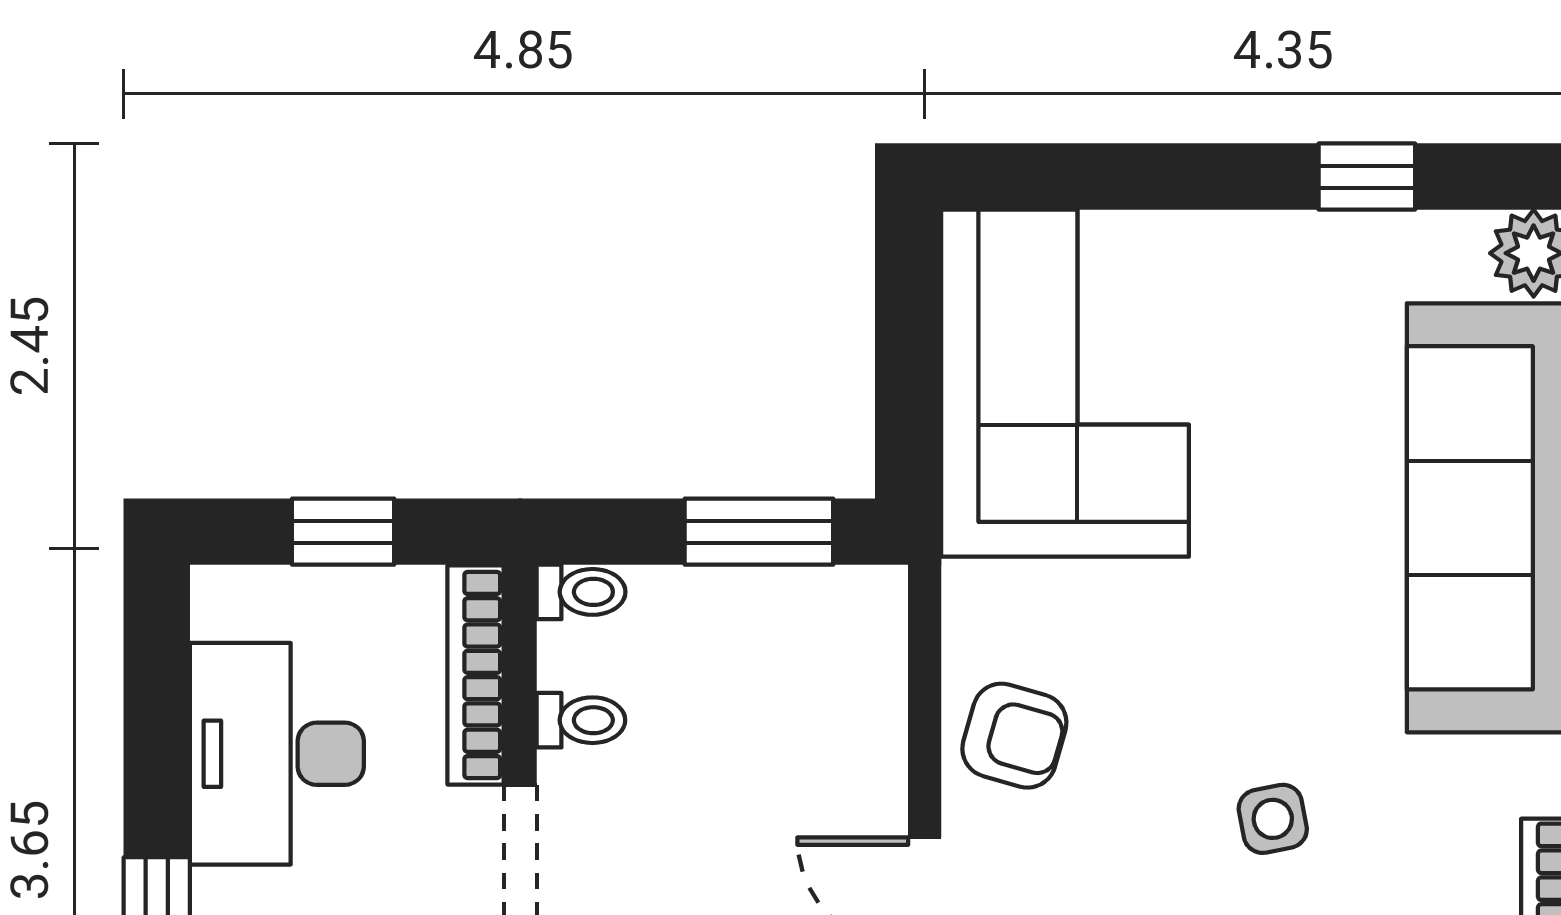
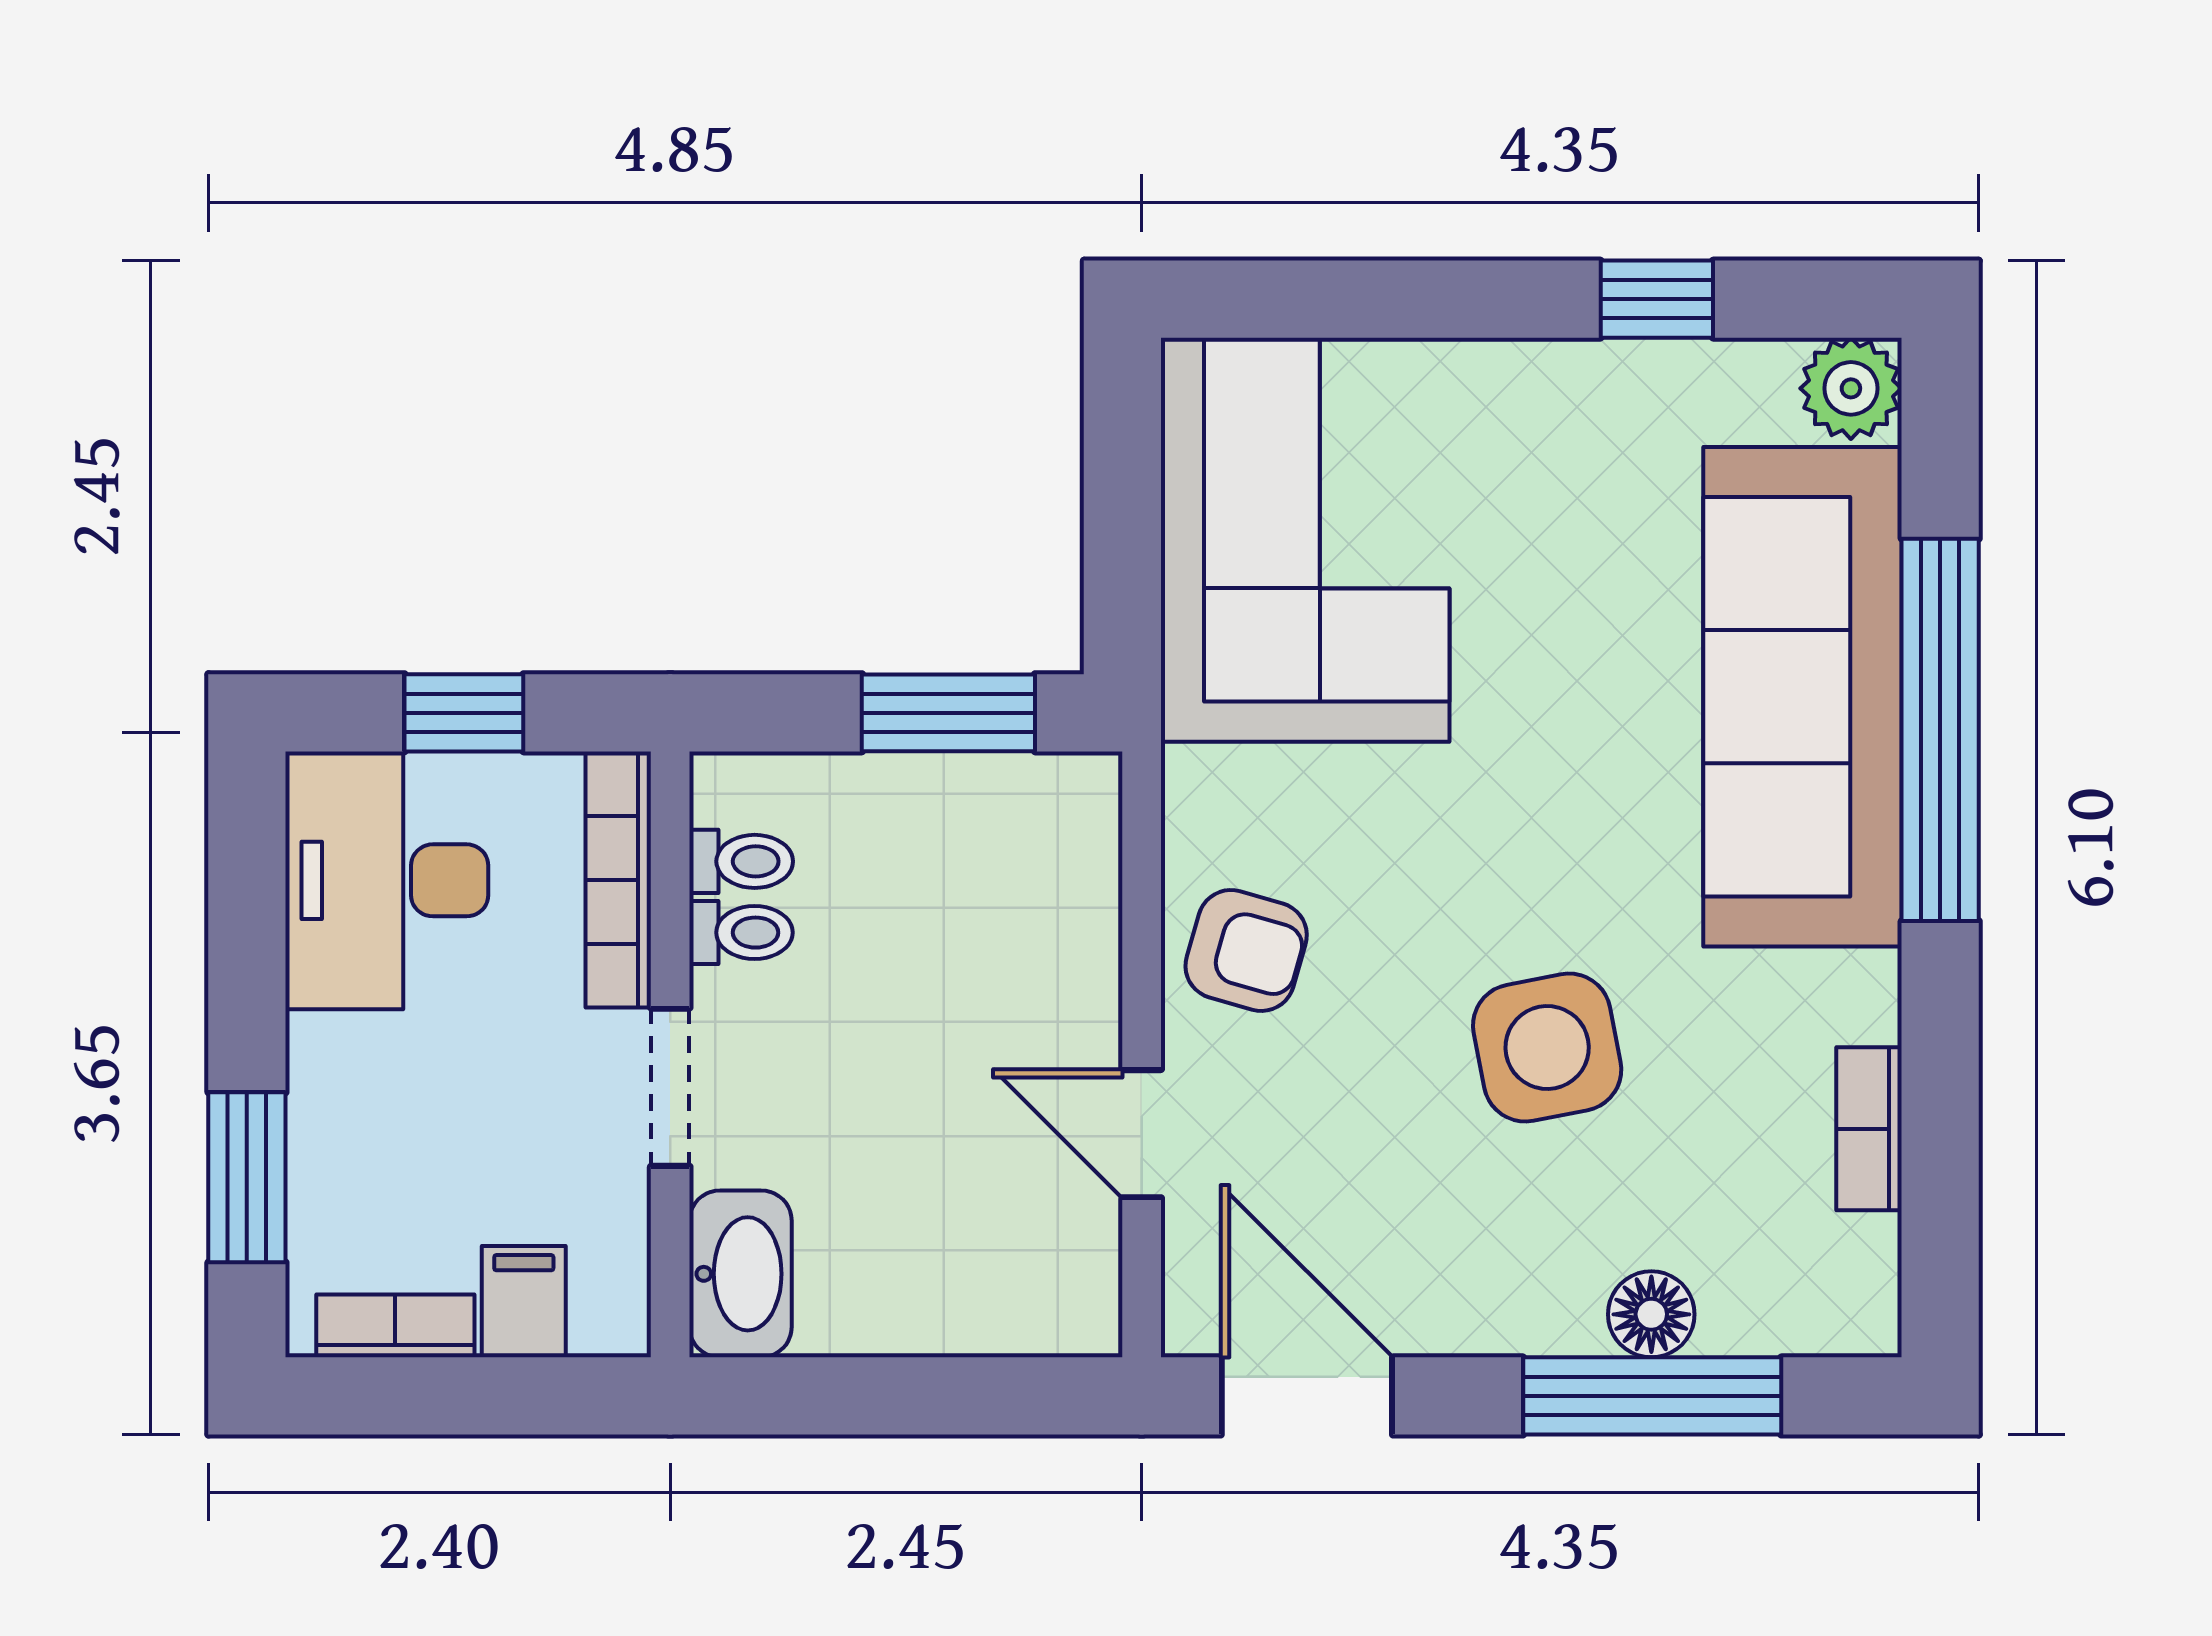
toilet: (581, 592) -> (741, 861), moved
desk: (277, 754) -> (387, 880), moved
side table: (1273, 819) -> (1547, 1048), width x1.87, depth x1.87

